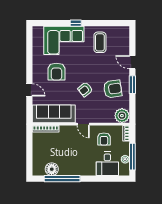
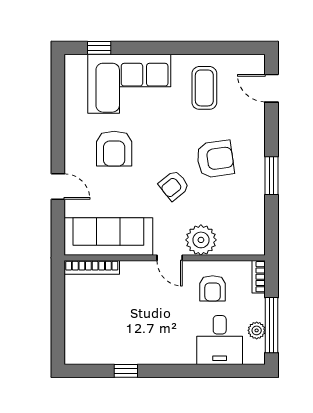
window: (76, 23) -> (99, 48), moved
door: (132, 62) -> (272, 88), moved
armchair: (113, 89) -> (215, 159), moved
plant: (122, 116) -> (201, 240), moved
floor lamp: (52, 169) -> (104, 351), removed
window: (62, 179) -> (126, 371), width x0.32

